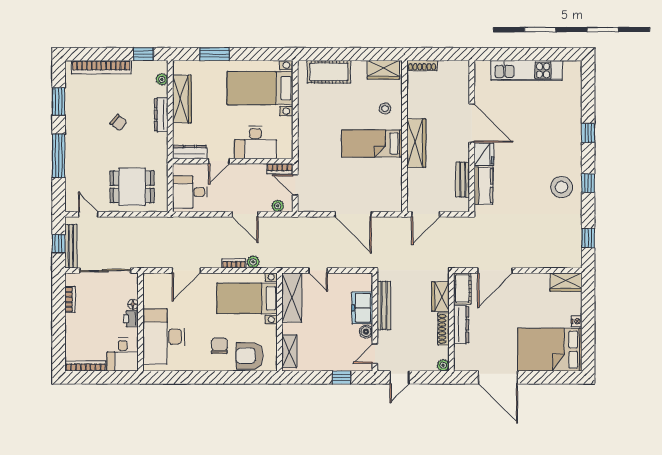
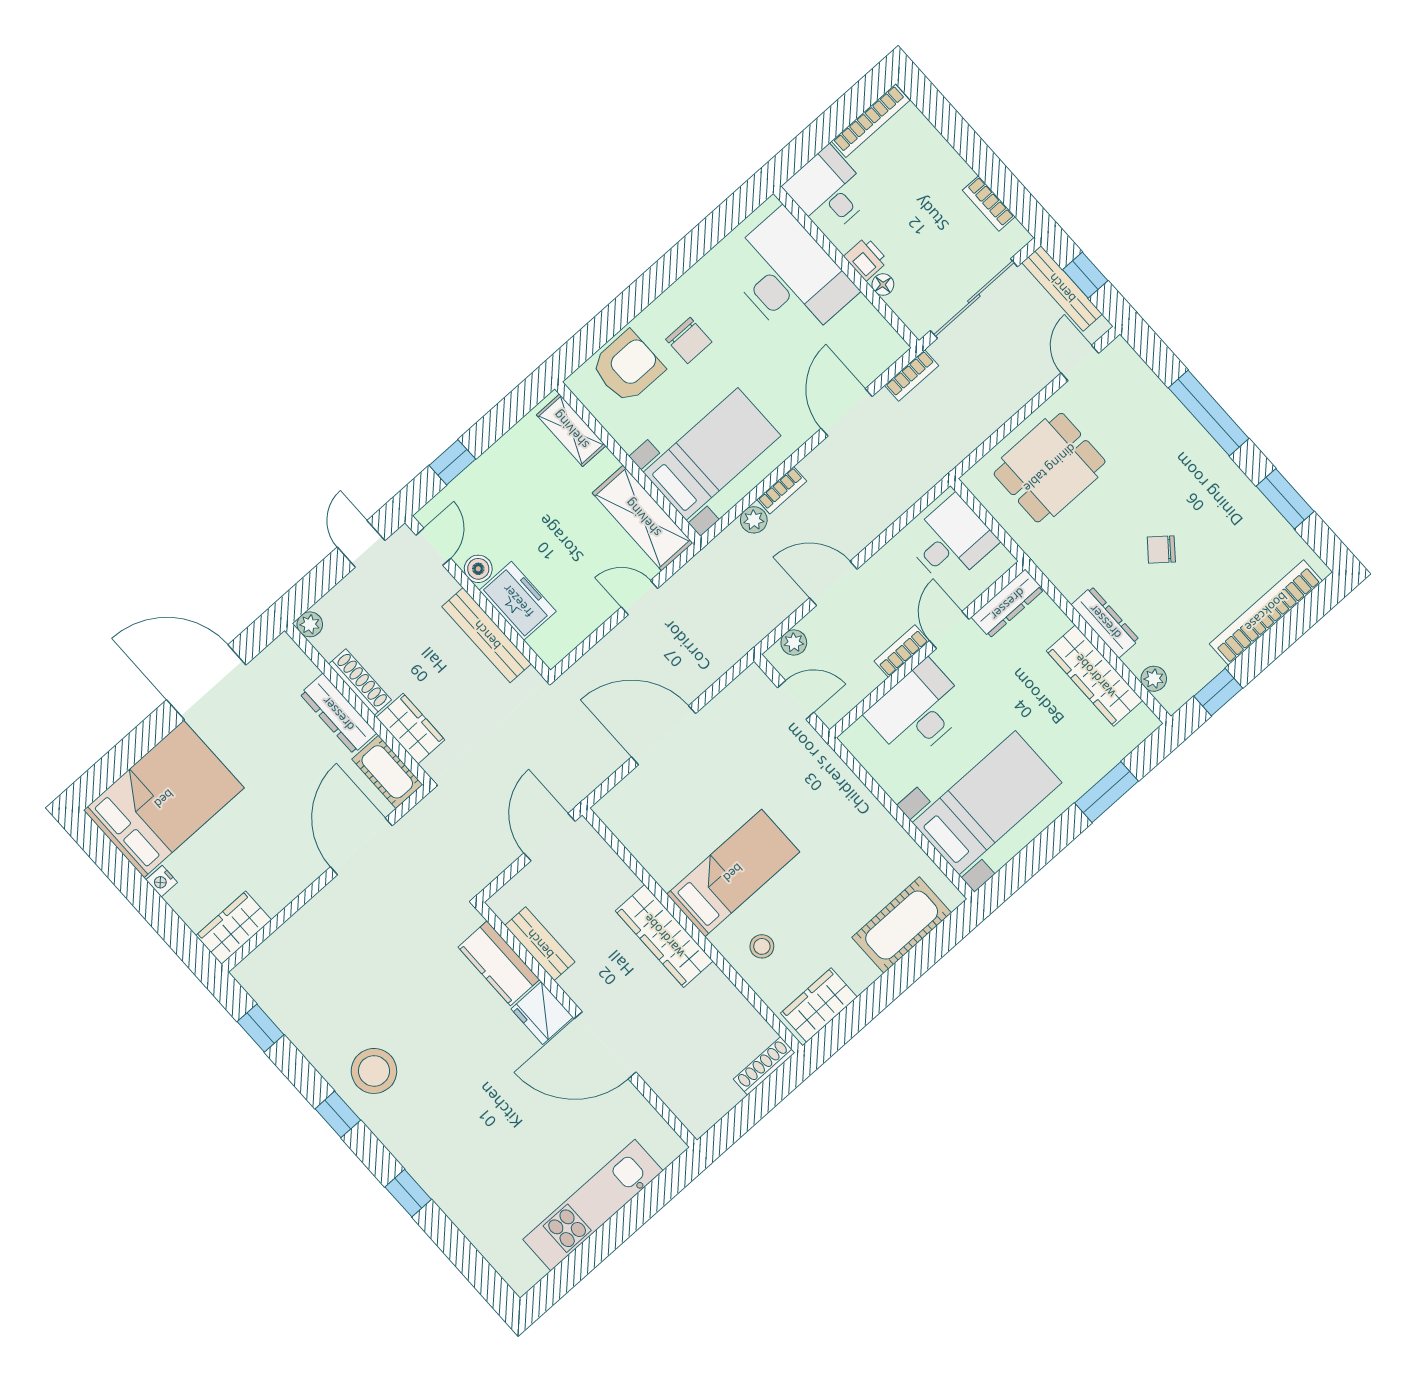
bookcase: (280, 169) -> (902, 651), moved
door: (88, 214) -> (1080, 363), swing flipped
bookcase: (152, 263) -> (912, 375), added

